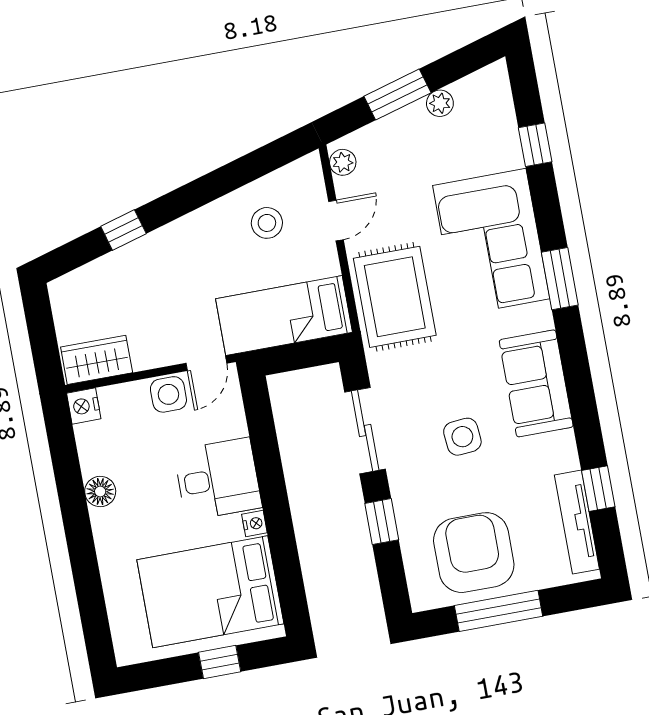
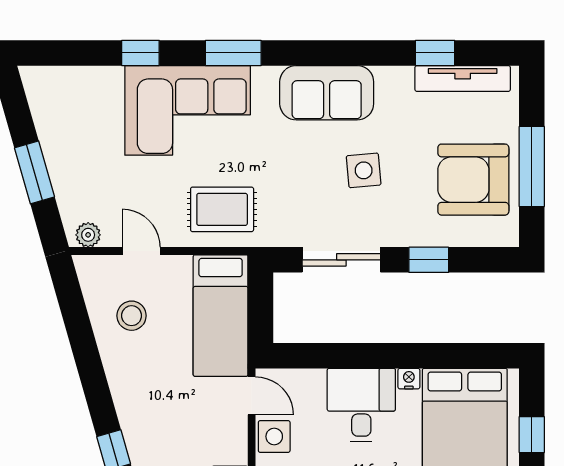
plant: (440, 103) -> (50, 134), removed
window: (535, 145) -> (140, 53), moved
rug: (395, 297) -> (222, 209), width x0.73, depth x0.70

